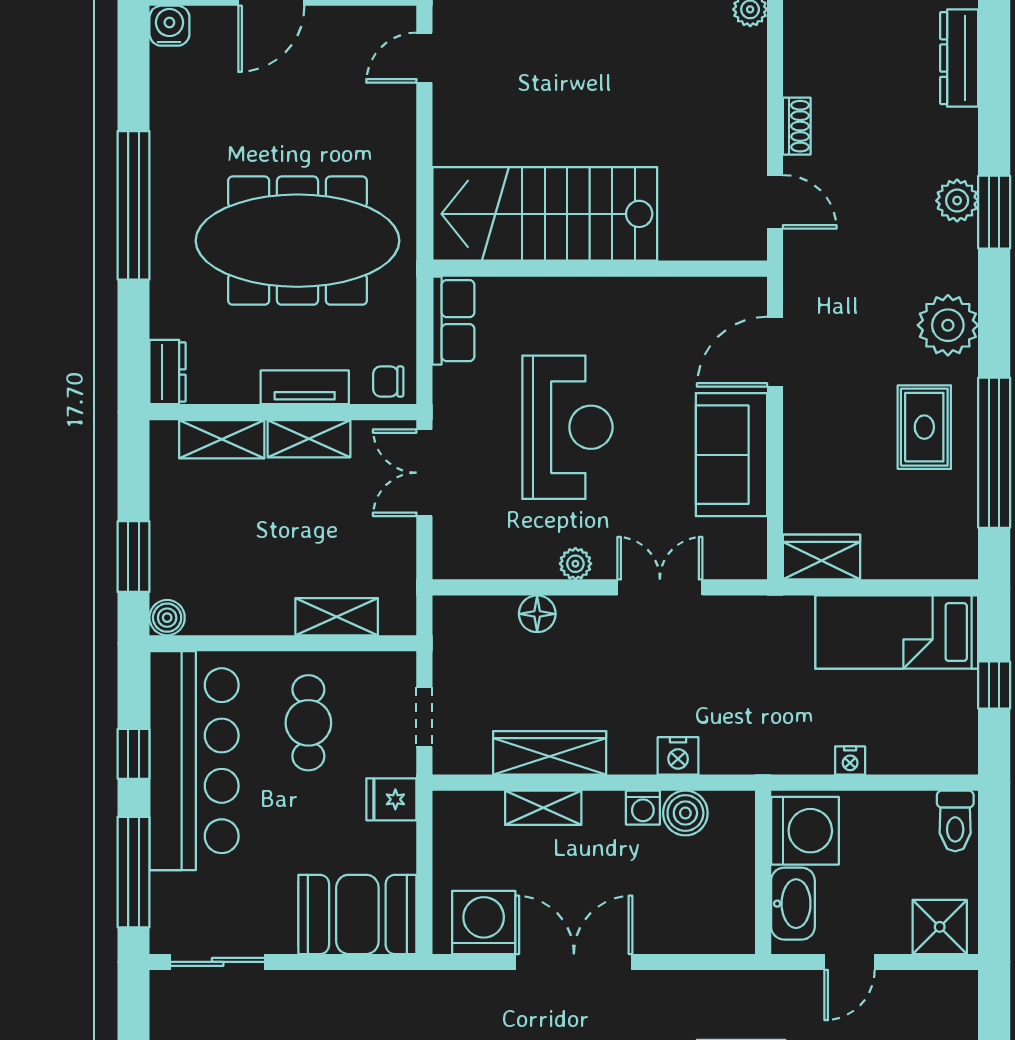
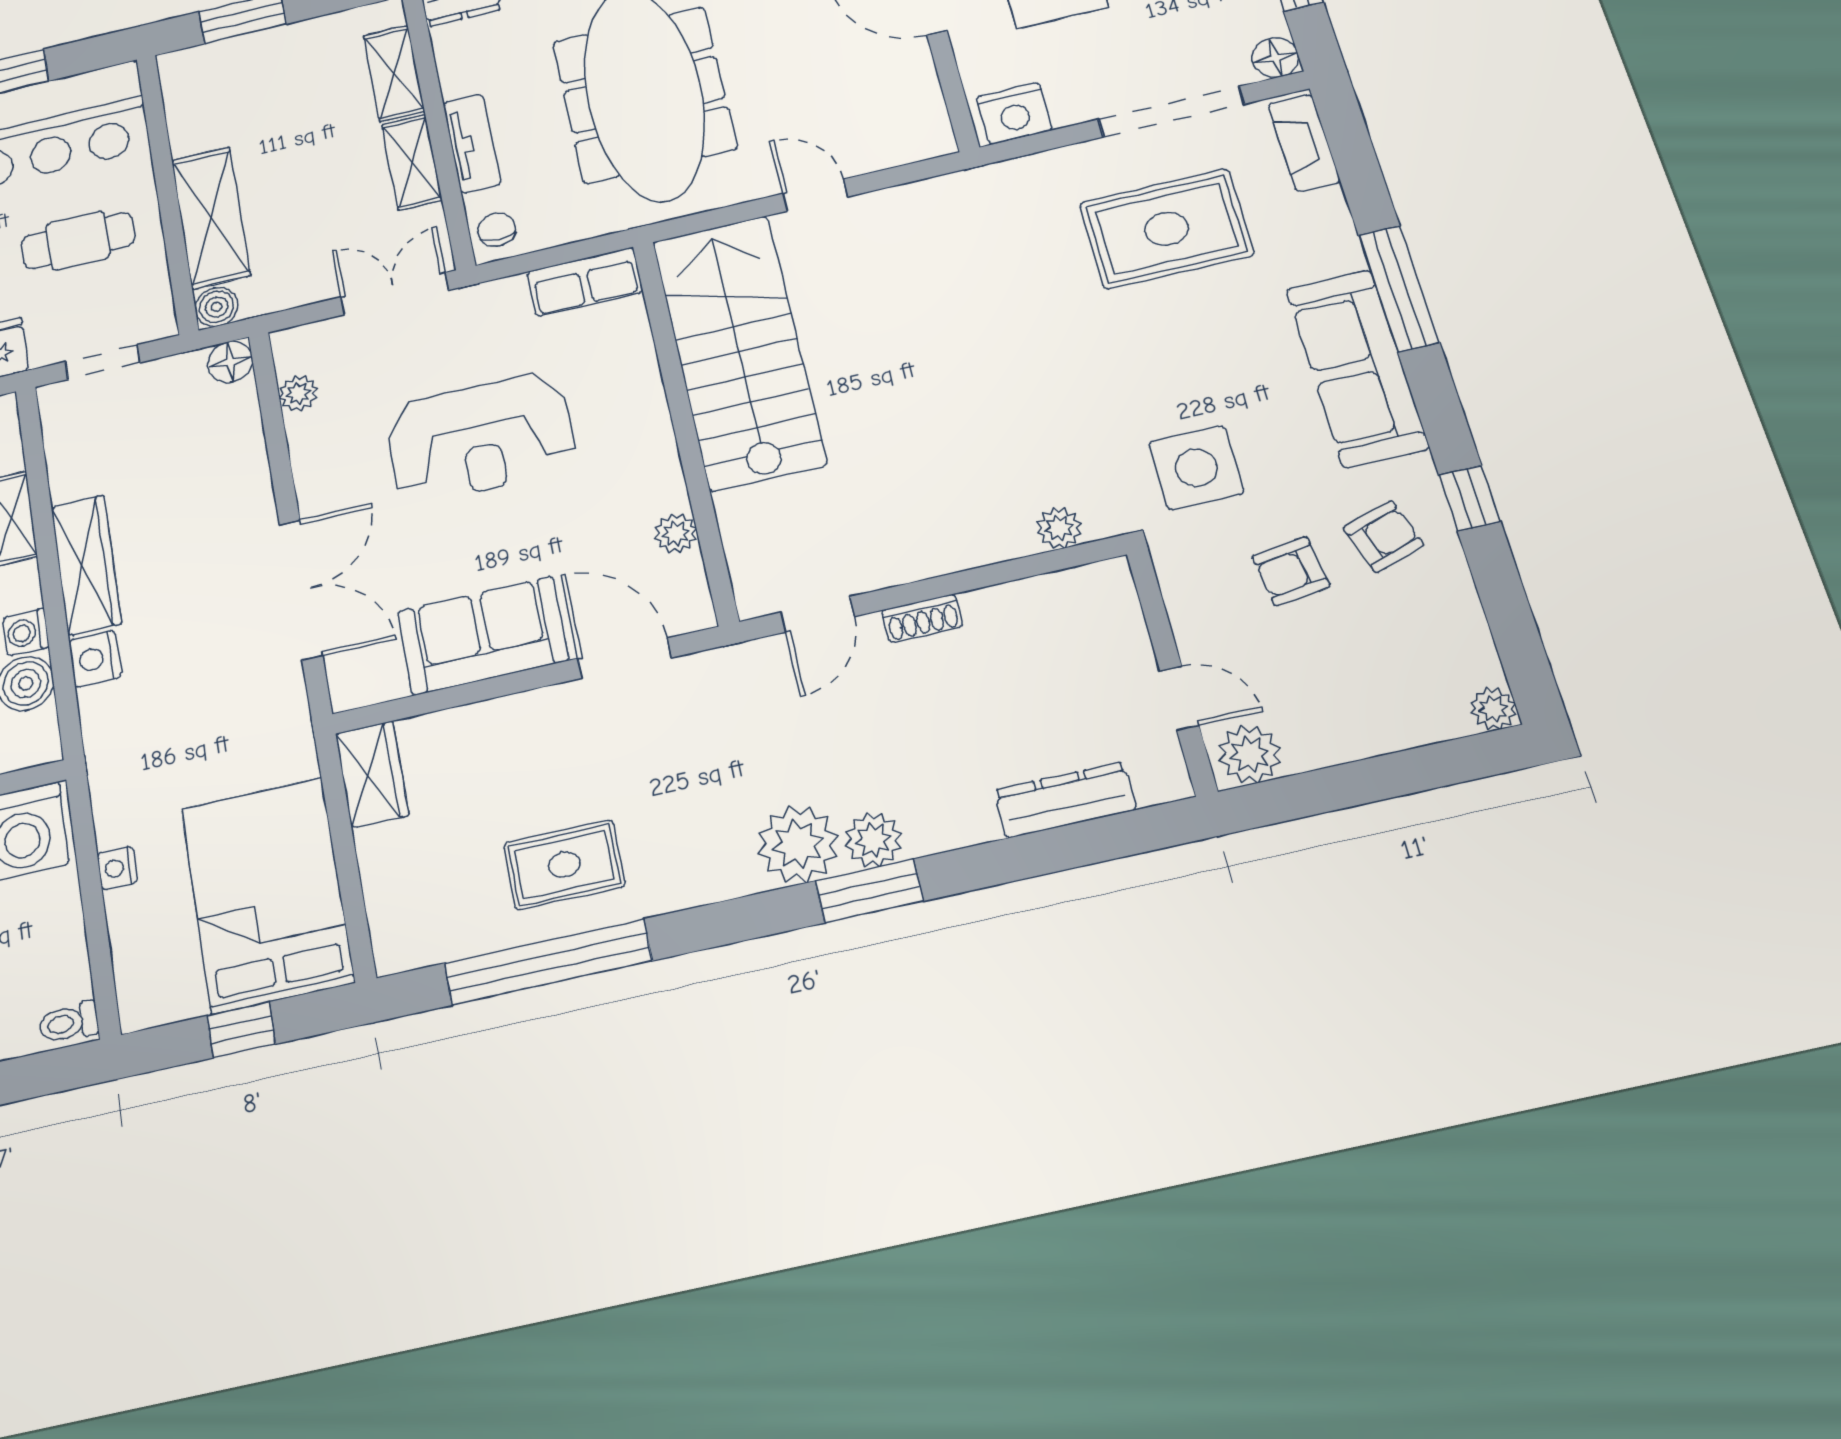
door: (424, 58) -> (815, 195), moved
plant: (684, 293) -> (676, 533), added
plant: (948, 325) -> (798, 844), moved
plant: (575, 564) -> (298, 393), moved
double door: (660, 587) -> (301, 590), width x1.37
floor lamp: (537, 614) -> (230, 362), moved
shelving: (337, 617) -> (211, 217), width x1.50, depth x1.33
boiler: (167, 618) -> (217, 307), moved
bed: (897, 632) -> (267, 895), width x1.50
wardrobe: (550, 753) -> (86, 565), moved
toilet: (955, 821) -> (69, 1023), width x0.73, depth x0.72

